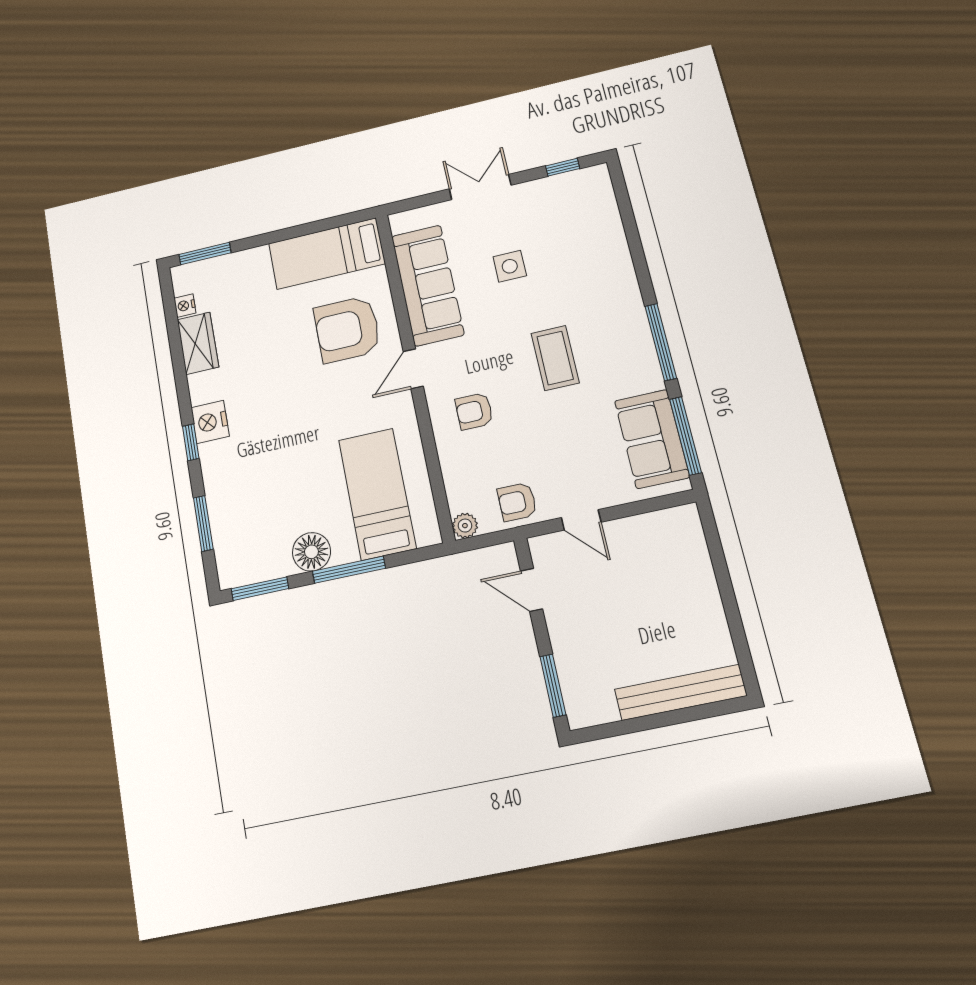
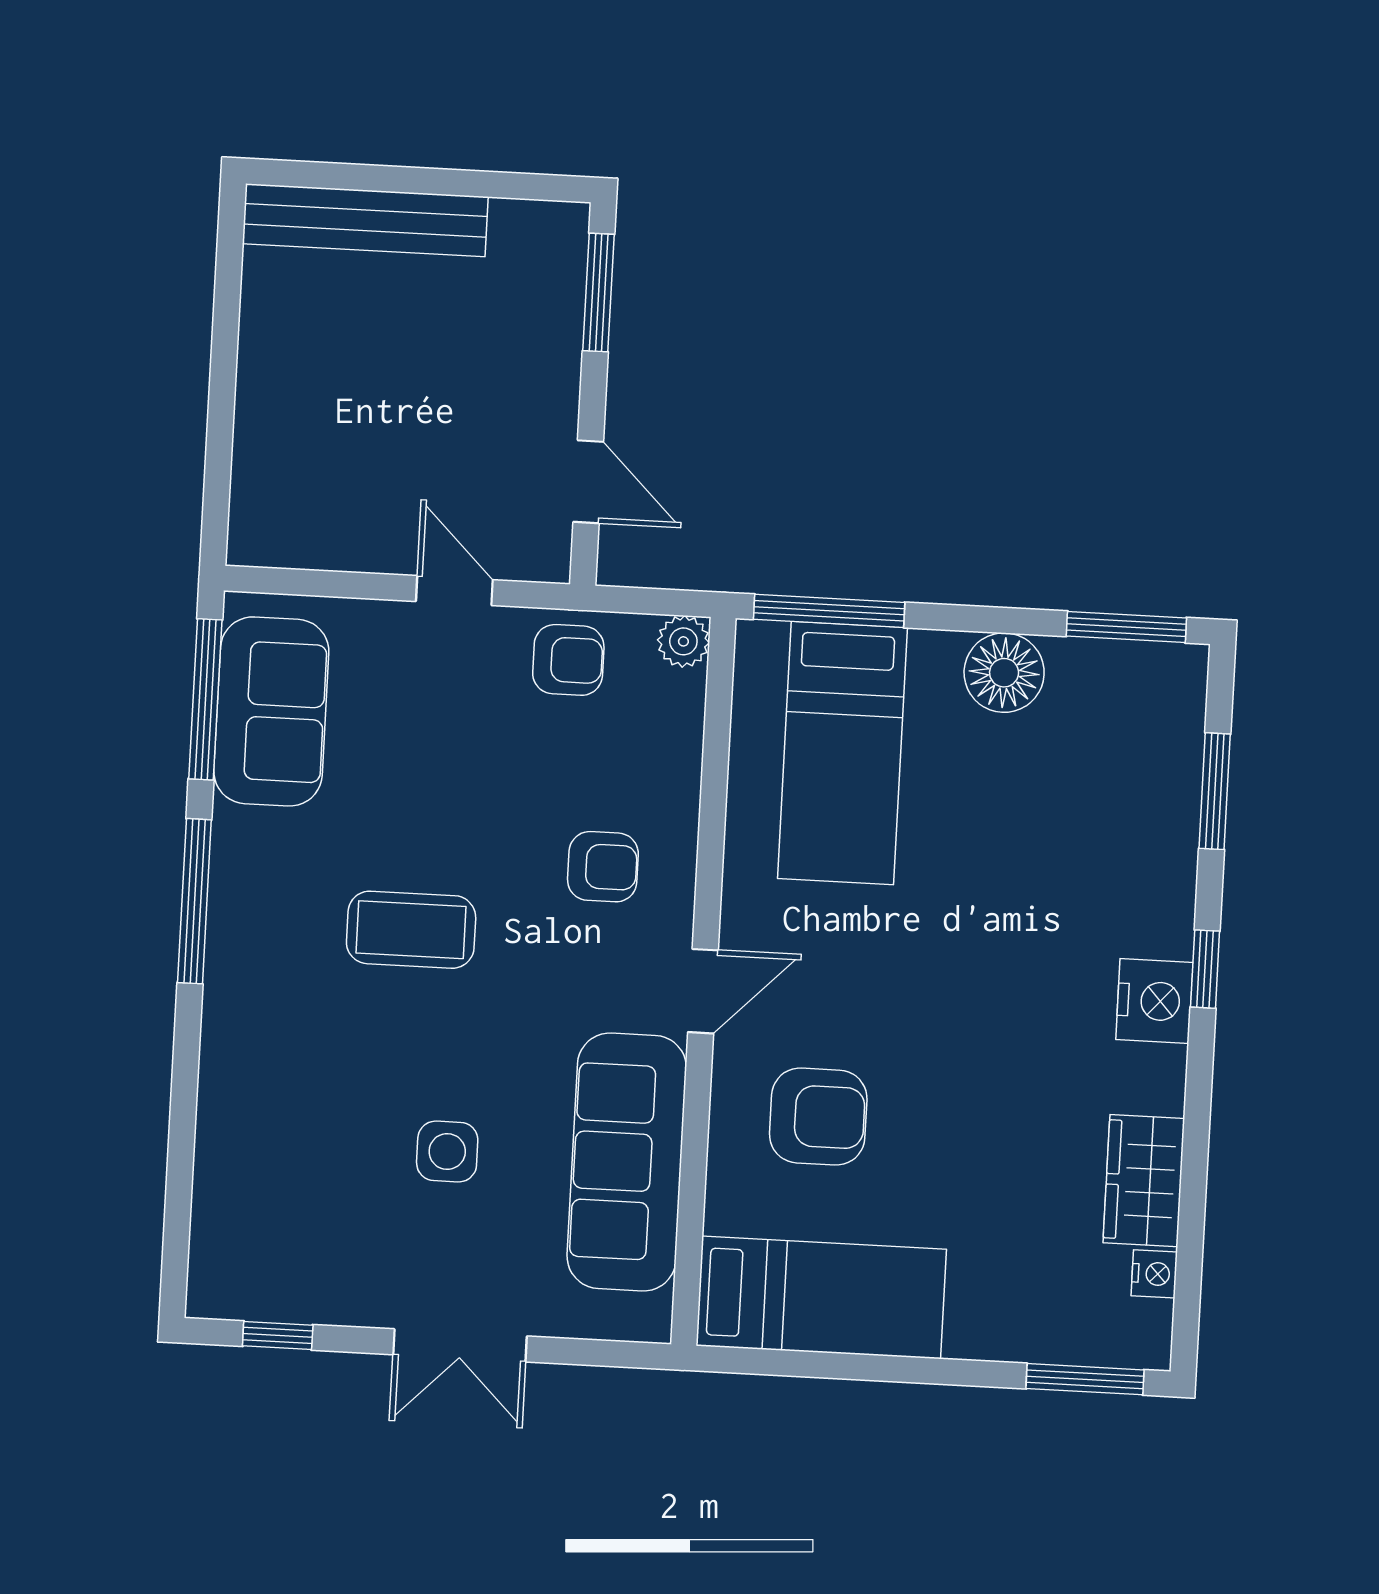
armchair: (347, 329) -> (818, 1117), width x0.73, depth x0.73
coffee table: (555, 358) -> (411, 930), turned 90
window: (349, 570) -> (829, 611), moved

